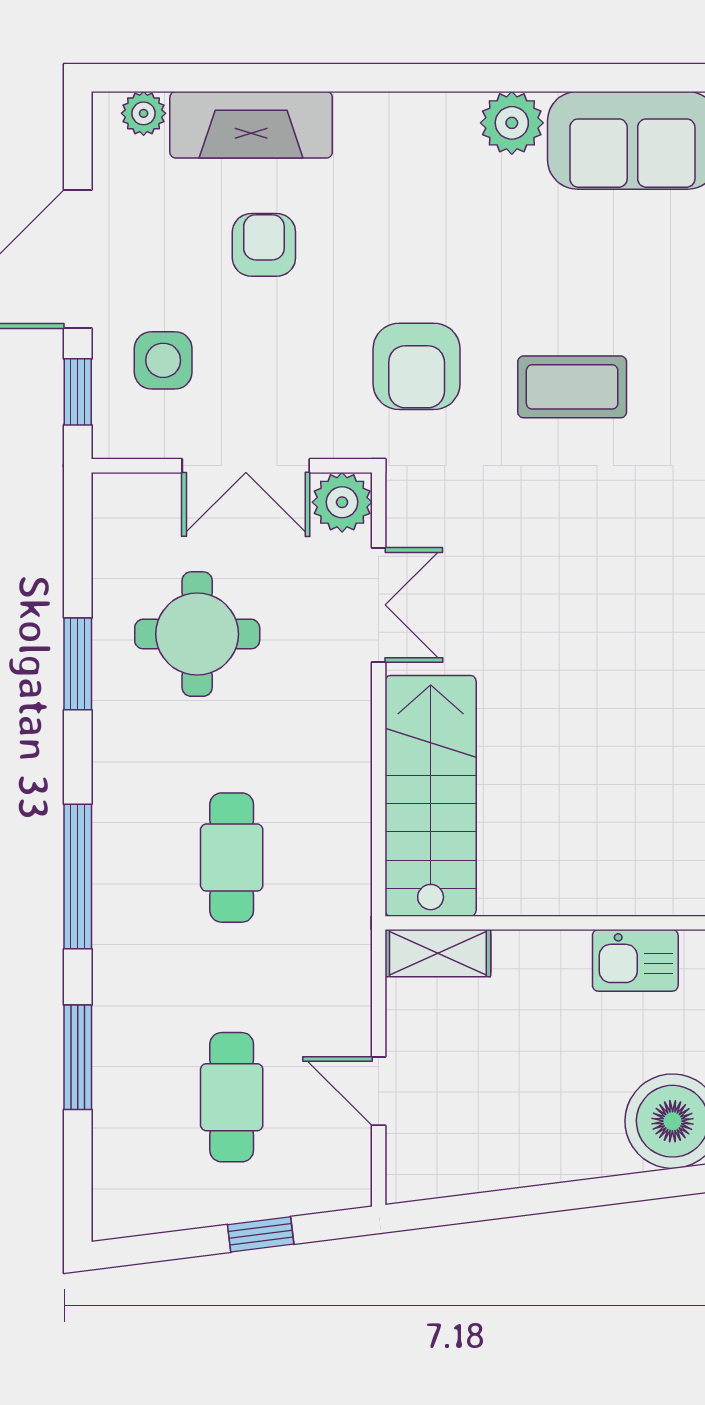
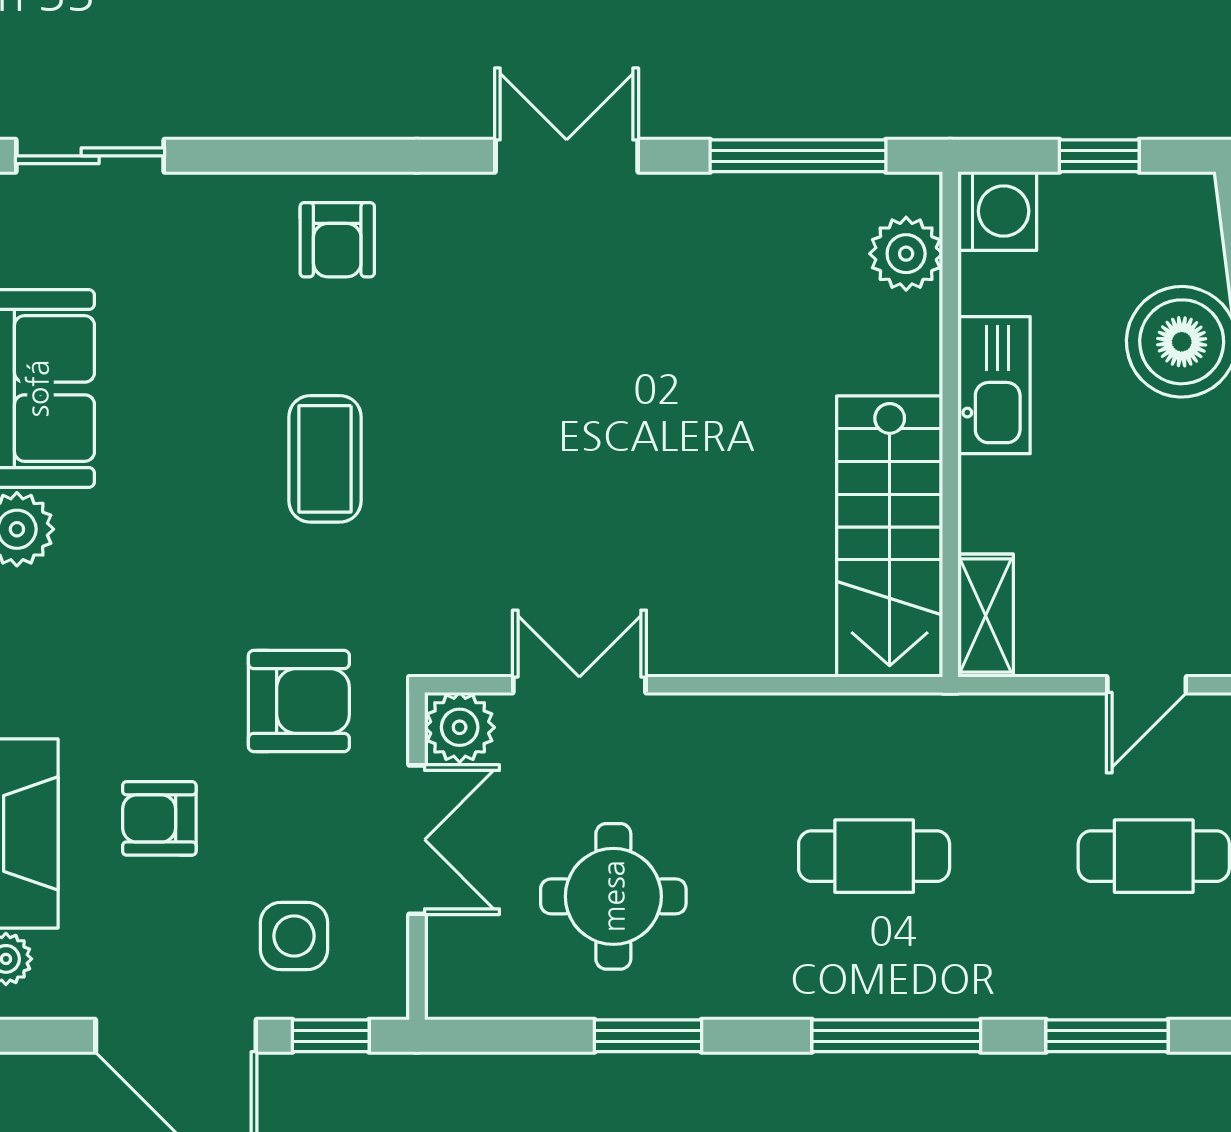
armchair: (417, 366) -> (299, 701), moved
stairs: (431, 796) -> (890, 536), moved, turned -90
kitchen sink: (635, 960) -> (994, 385), width x1.38

